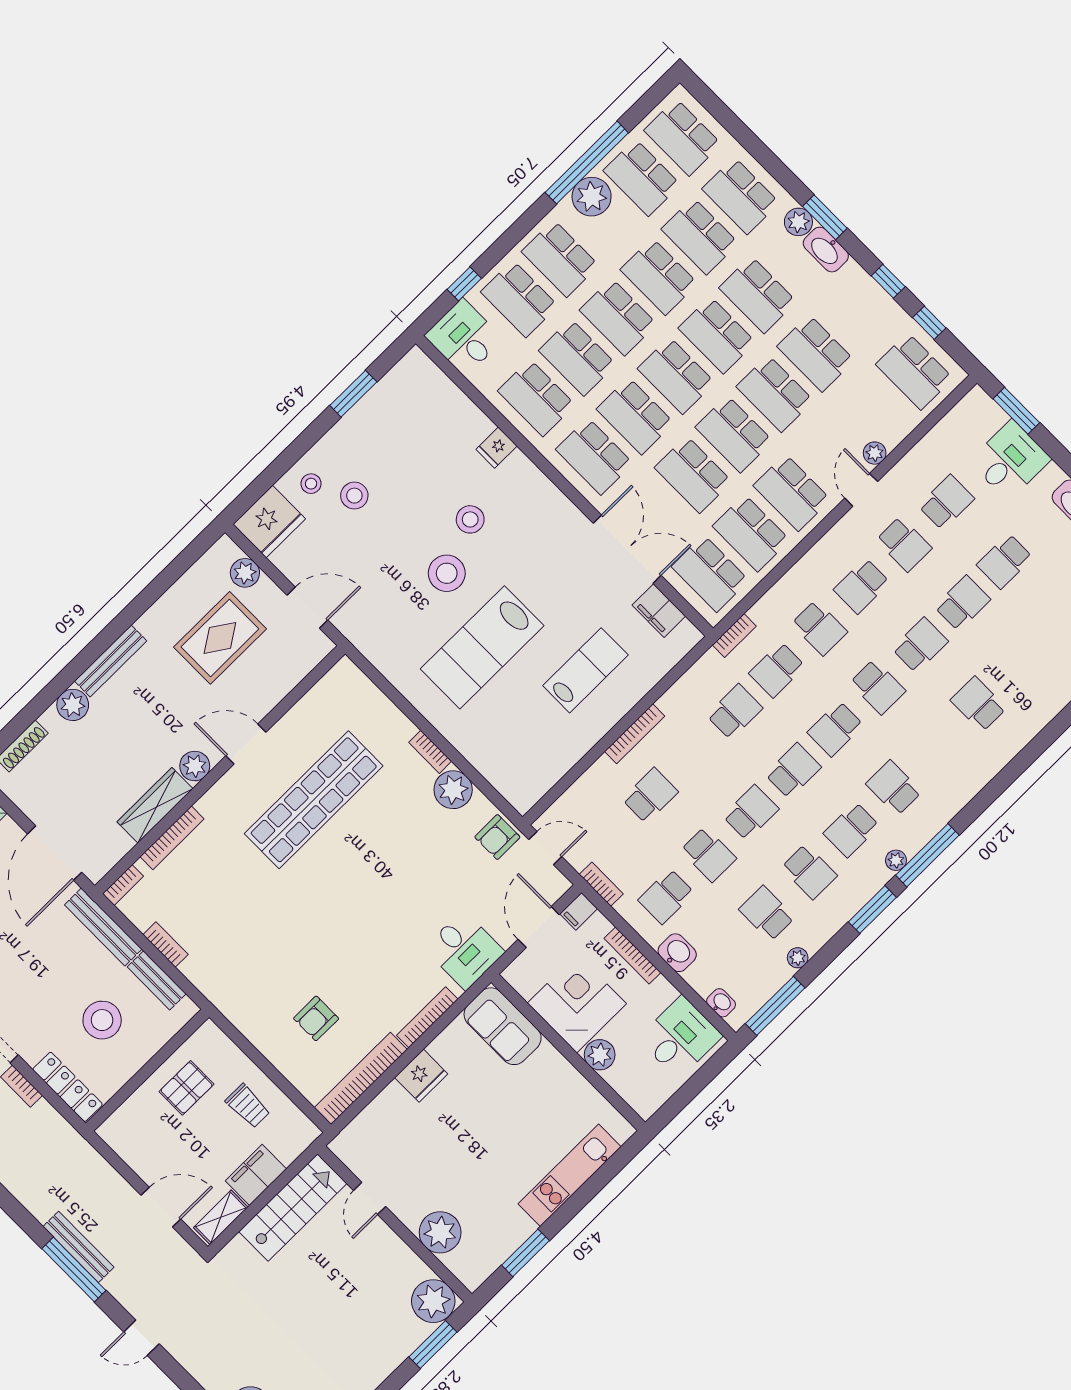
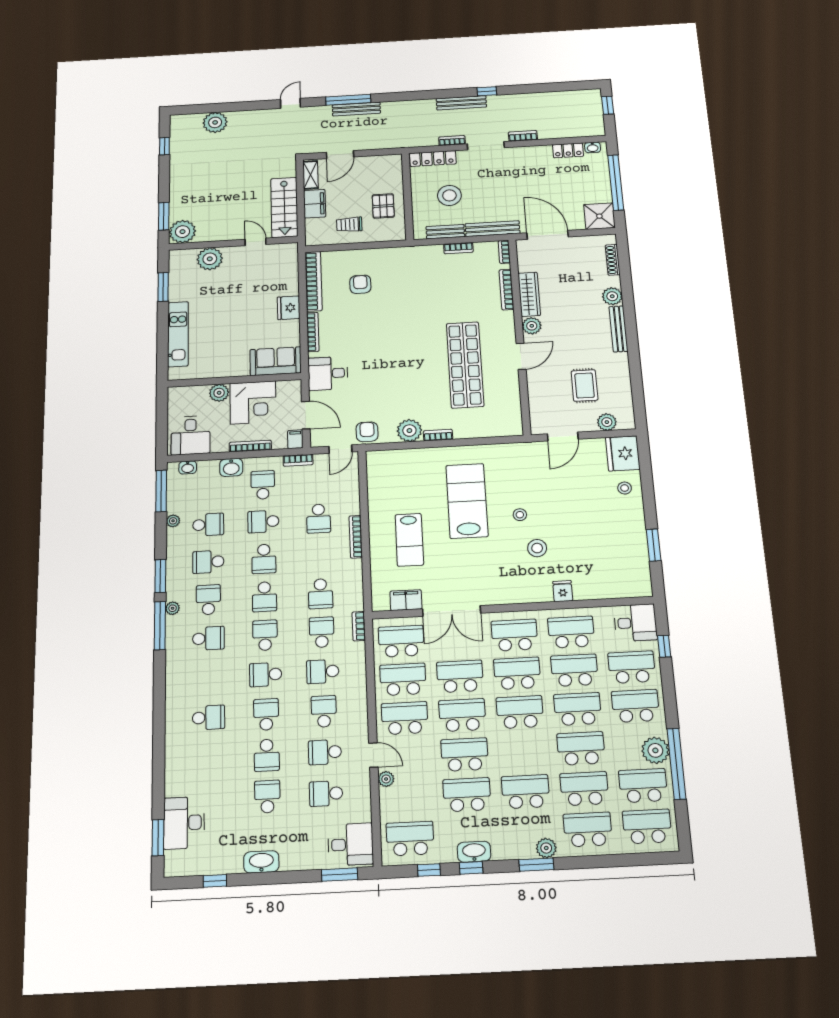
washbasin: (826, 250) -> (474, 852), moved
school desk: (717, 335) -> (523, 752), removed
desk: (1010, 460) -> (351, 844), moved, turned -90
stool: (354, 496) -> (600, 503), removed
school desk: (946, 502) -> (326, 794), turned 90
stool: (447, 573) -> (520, 515), width x0.53, depth x0.53
rug: (220, 638) -> (585, 386), width x0.73, depth x0.70
school desk: (920, 645) -> (266, 714), turned 180

